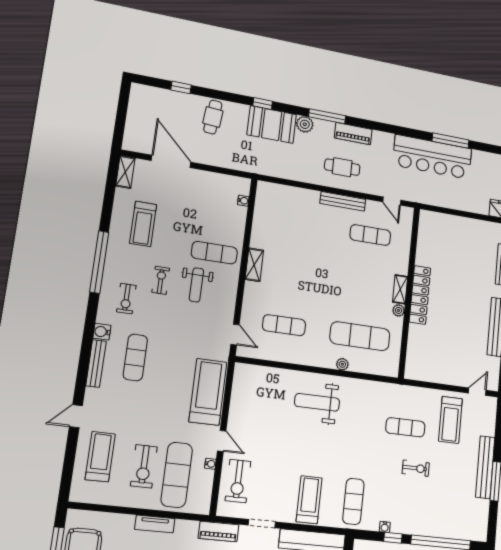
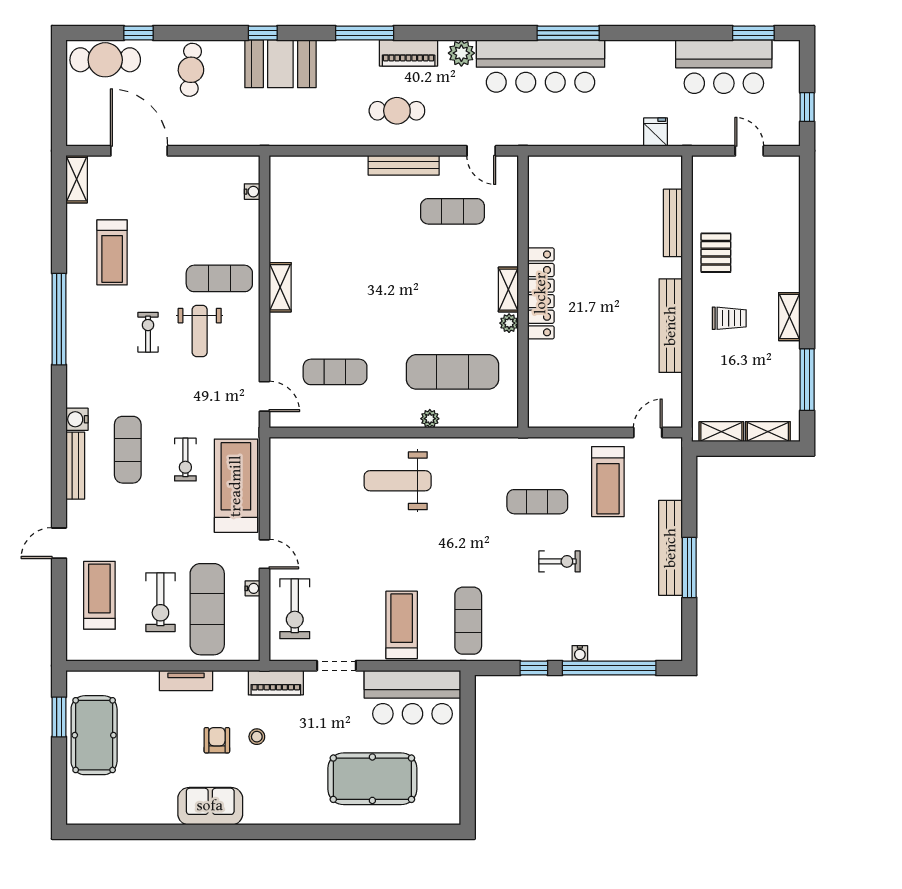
cafe table: (156, 100) -> (105, 60), added
plant: (305, 124) -> (461, 53), moved
exercise bike: (126, 299) -> (185, 460), moved
water cooler: (385, 527) -> (580, 653), moved

